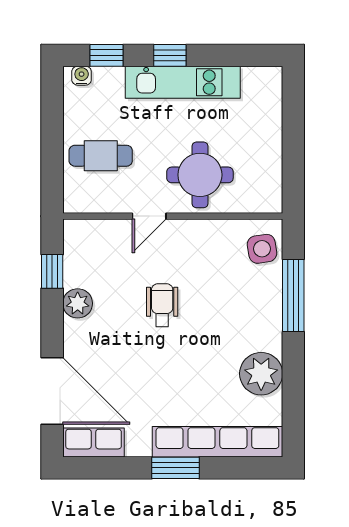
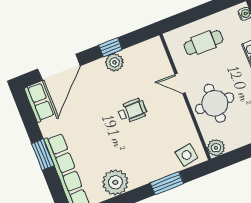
cafe table: (101, 156) -> (204, 43), turned 90
plant: (269, 199) -> (216, 148), added
window: (52, 271) -> (110, 47), moved
window: (293, 296) -> (167, 183), width x0.69

